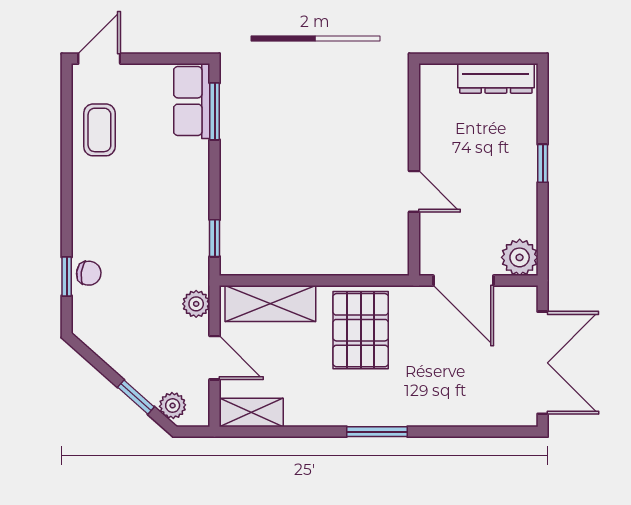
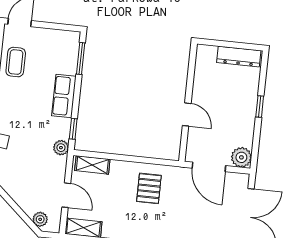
row of seats: (192, 101) -> (64, 96), moved
shelving: (270, 303) -> (92, 165), width x0.67, depth x0.75
plant: (196, 304) -> (61, 148), moved
pallet: (361, 330) -> (149, 188), width x0.67, depth x0.71
window: (136, 397) -> (20, 212), removed

